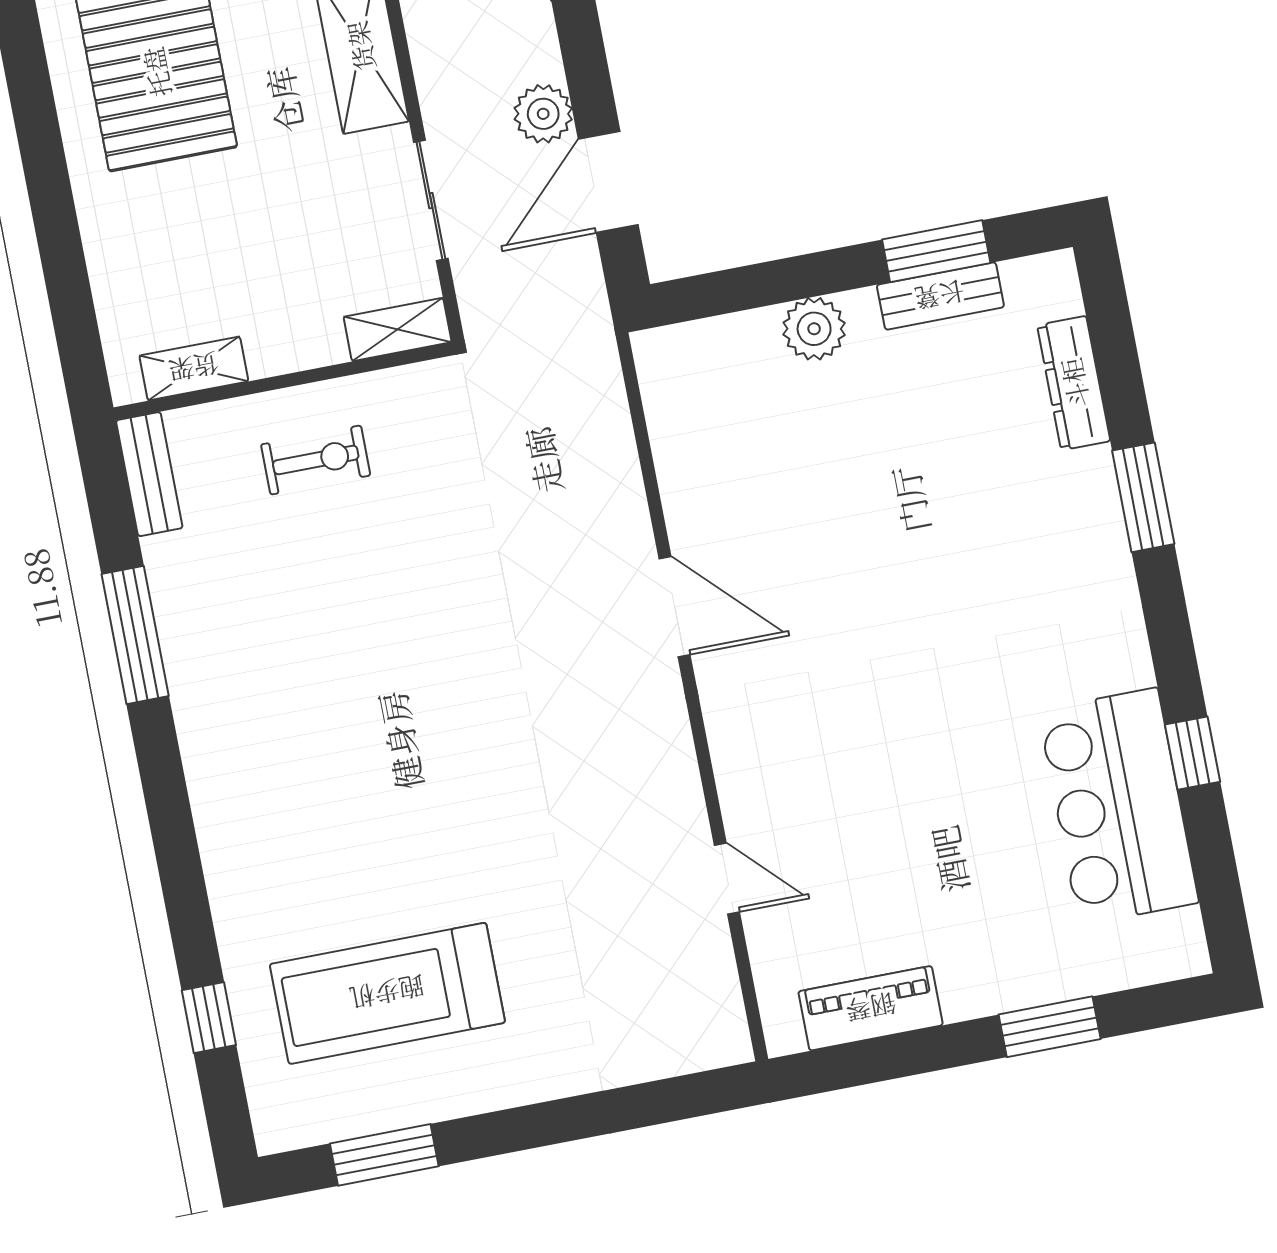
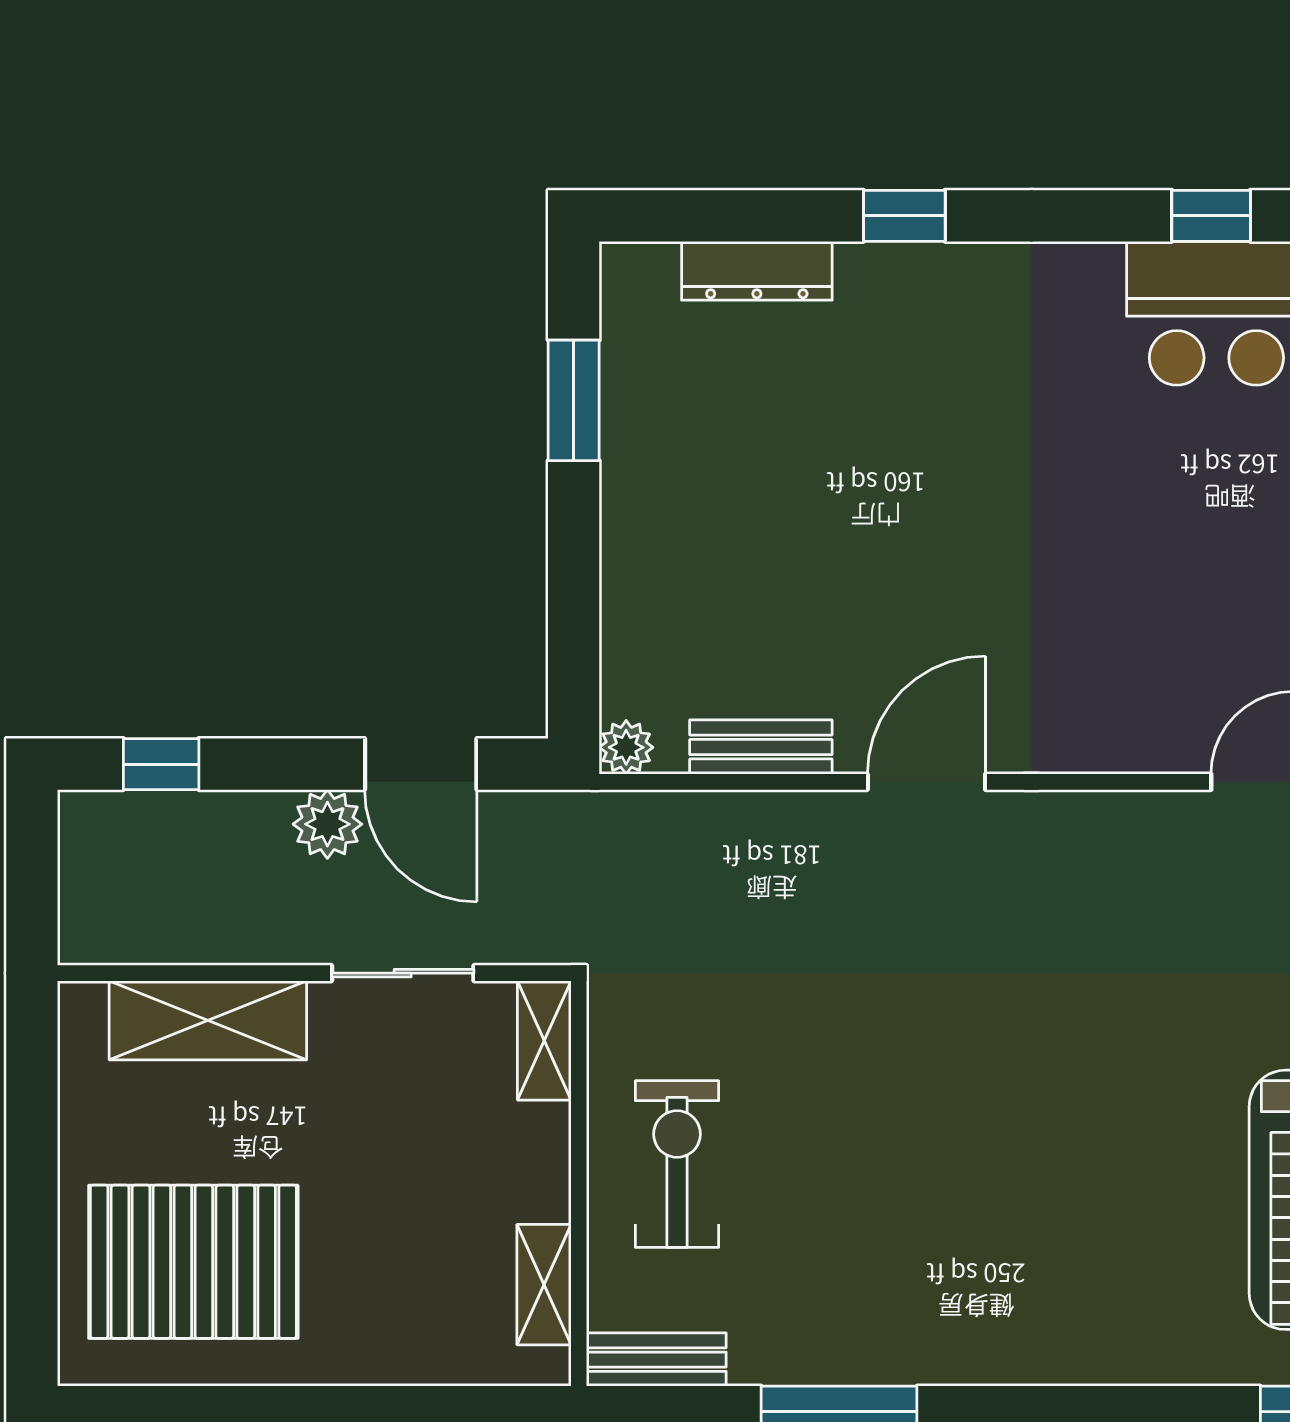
bench: (940, 296) -> (761, 747), moved, turned 90
plant: (814, 329) -> (626, 747), moved, width x0.73, depth x0.73
exercise bike: (316, 460) -> (677, 1164), width x1.38, depth x1.39
window: (1143, 497) -> (904, 216), width x0.67

